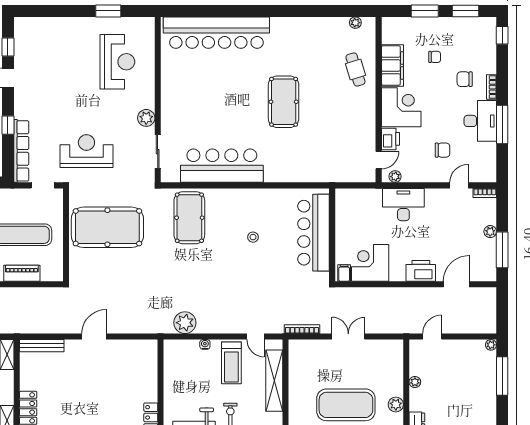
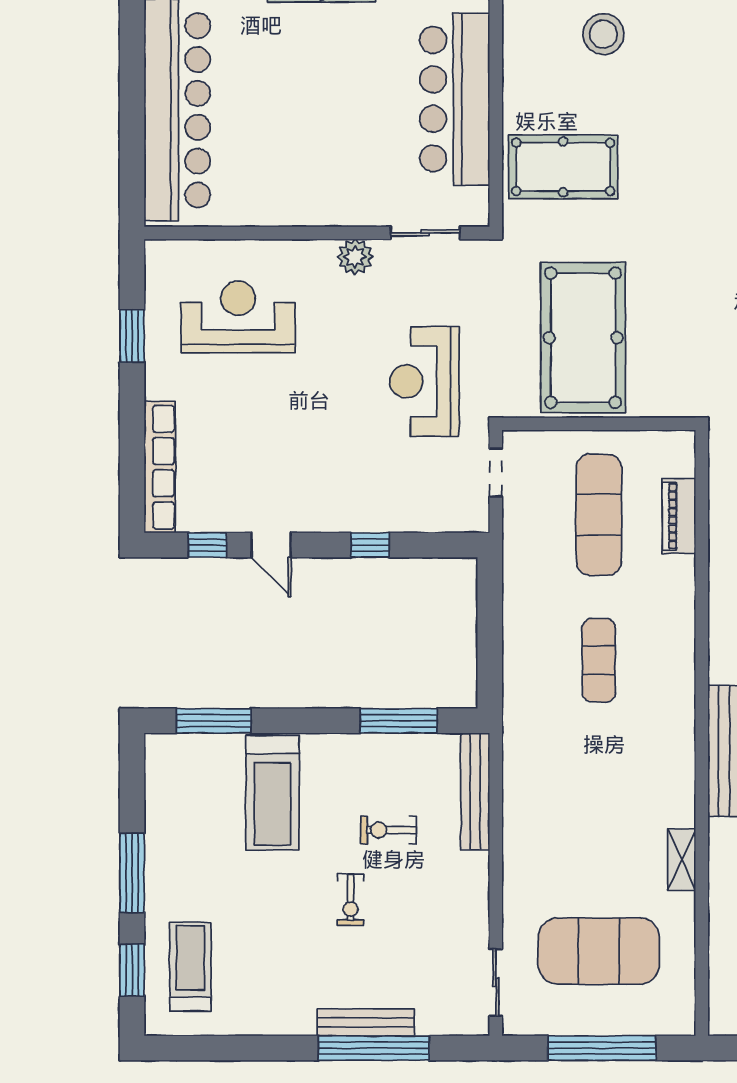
row of seats: (21, 151) -> (160, 467), moved, turned 90
stool: (253, 237) -> (604, 34), width x1.89, depth x1.89

